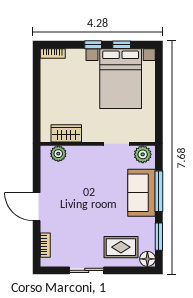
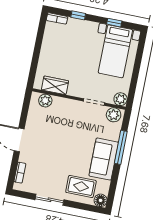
window: (93, 45) -> (78, 15), moved
bed with nightstands: (121, 79) -> (115, 51), width x0.73
plant: (147, 134) -> (121, 99), added
sofa: (141, 193) -> (104, 159), moved
window: (159, 237) -> (113, 184), removed

